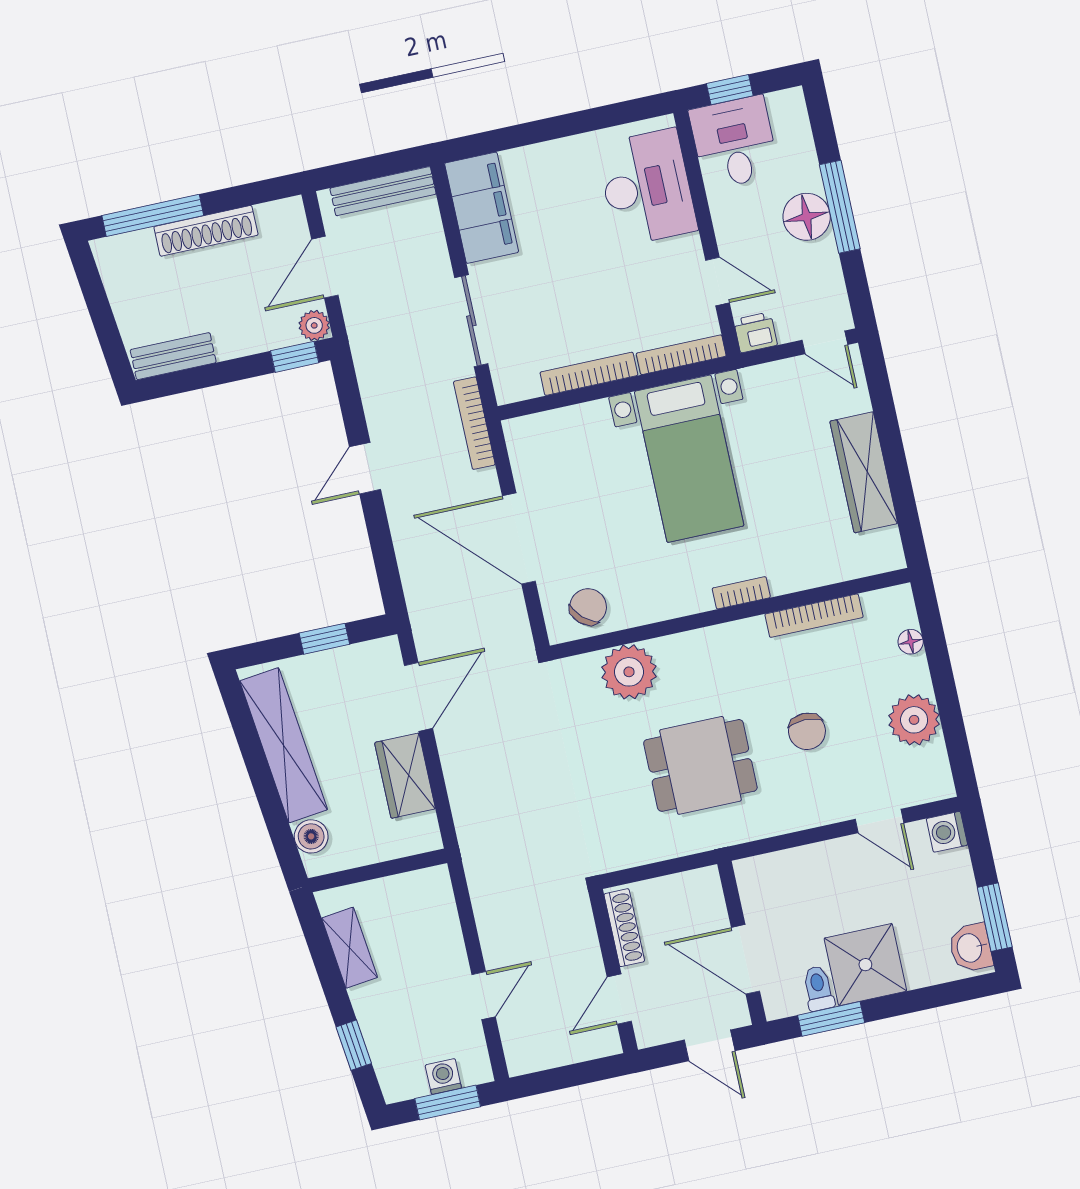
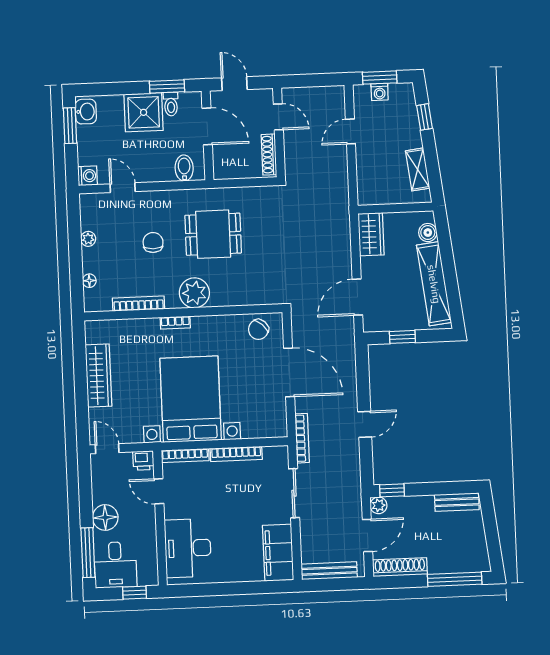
desk: (734, 142) -> (115, 565), moved
window: (840, 207) -> (88, 553), moved
shoe rack: (206, 231) -> (400, 567), moved
bed with nightstands: (689, 459) -> (191, 399), width x1.36
plant: (629, 672) -> (194, 293), moved
plant: (914, 720) -> (88, 239), width x0.53, depth x0.53
wardrobe: (405, 776) -> (371, 234), moved
bidet: (774, 876) -> (184, 168), added
door: (619, 999) -> (278, 117), hinge flipped

